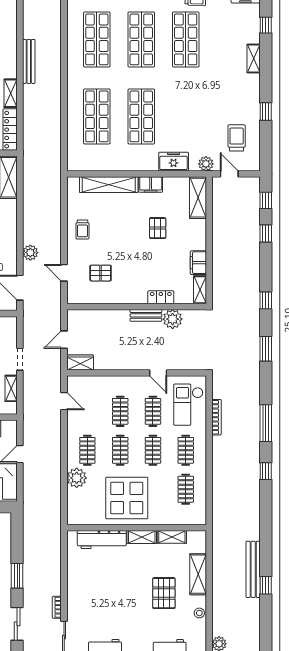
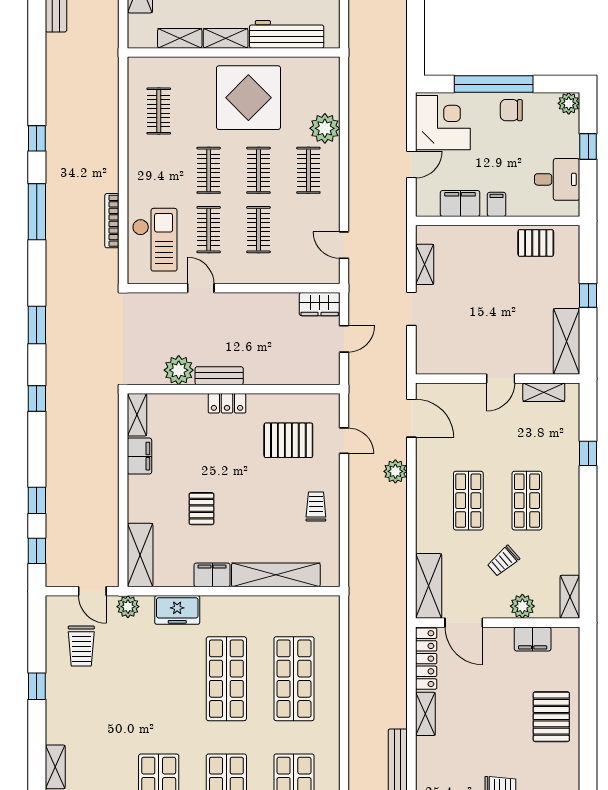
pallet: (101, 273) -> (288, 440), width x1.50, depth x1.42
locker: (161, 297) -> (227, 403), moved
clothes rail: (186, 450) -> (159, 170), removed

